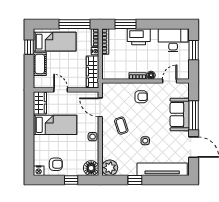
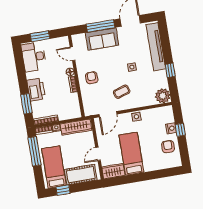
cot: (40, 64) -> (81, 175), width x1.37, depth x1.34
floor lamp: (91, 168) -> (166, 113), removed
nightstand: (39, 171) -> (171, 128), moved

